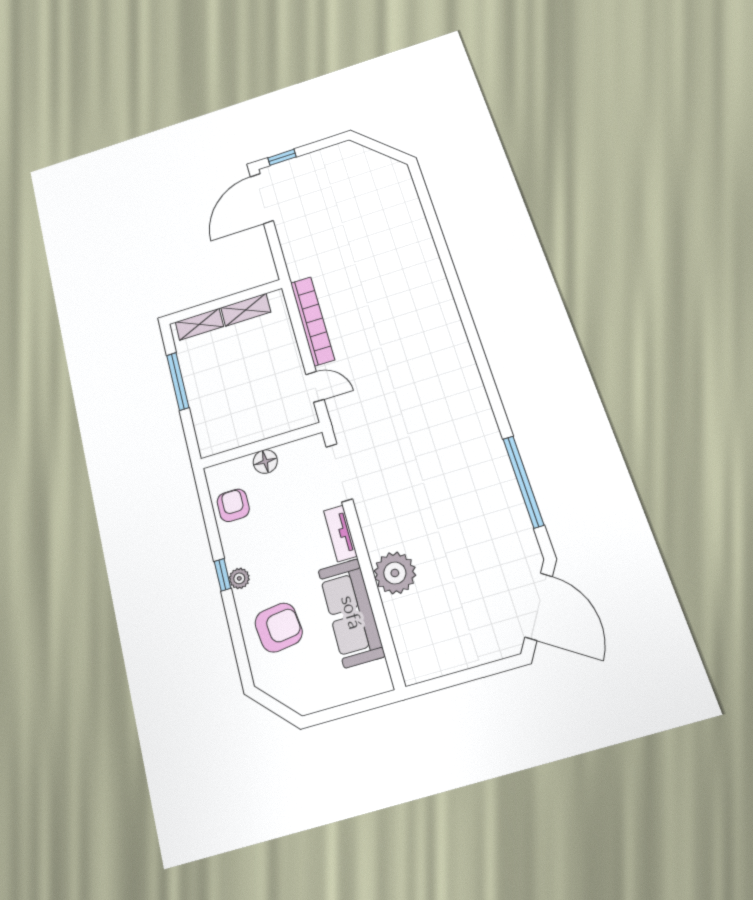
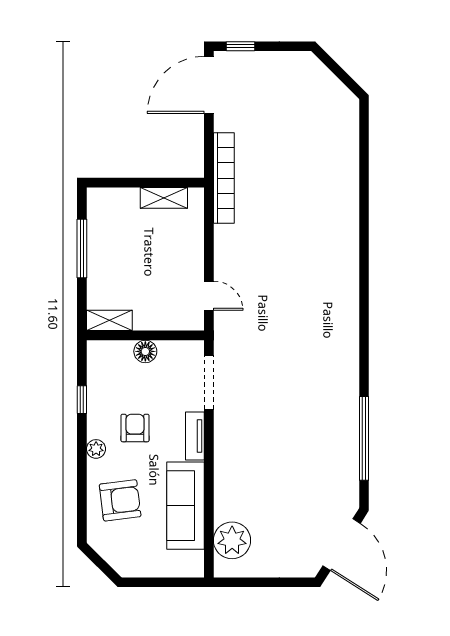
bookcase: (312, 321) -> (224, 178), moved
shelving: (199, 324) -> (109, 320), moved
armchair: (233, 505) -> (135, 428), moved
plant: (395, 573) -> (232, 540), moved
window: (223, 575) -> (82, 400), moved

